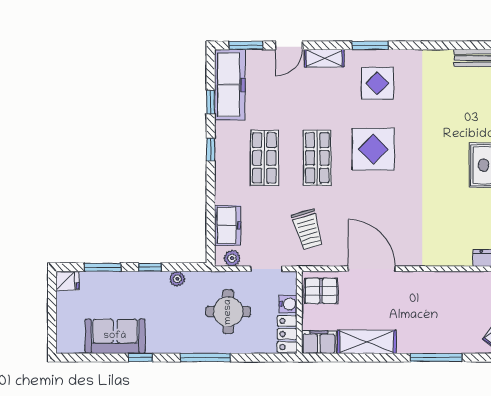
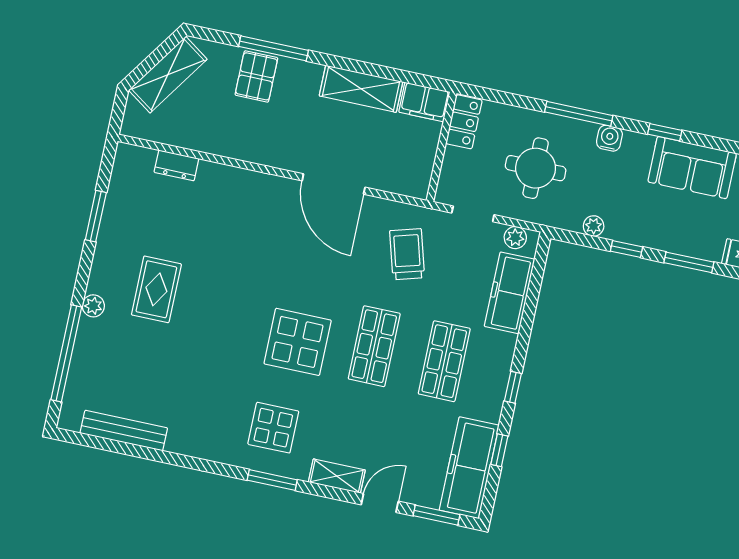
freezer: (228, 225) -> (509, 293), width x1.40
pallet: (321, 291) -> (256, 76), moved, turned 90
water cooler: (288, 304) -> (609, 138), moved, turned 90

